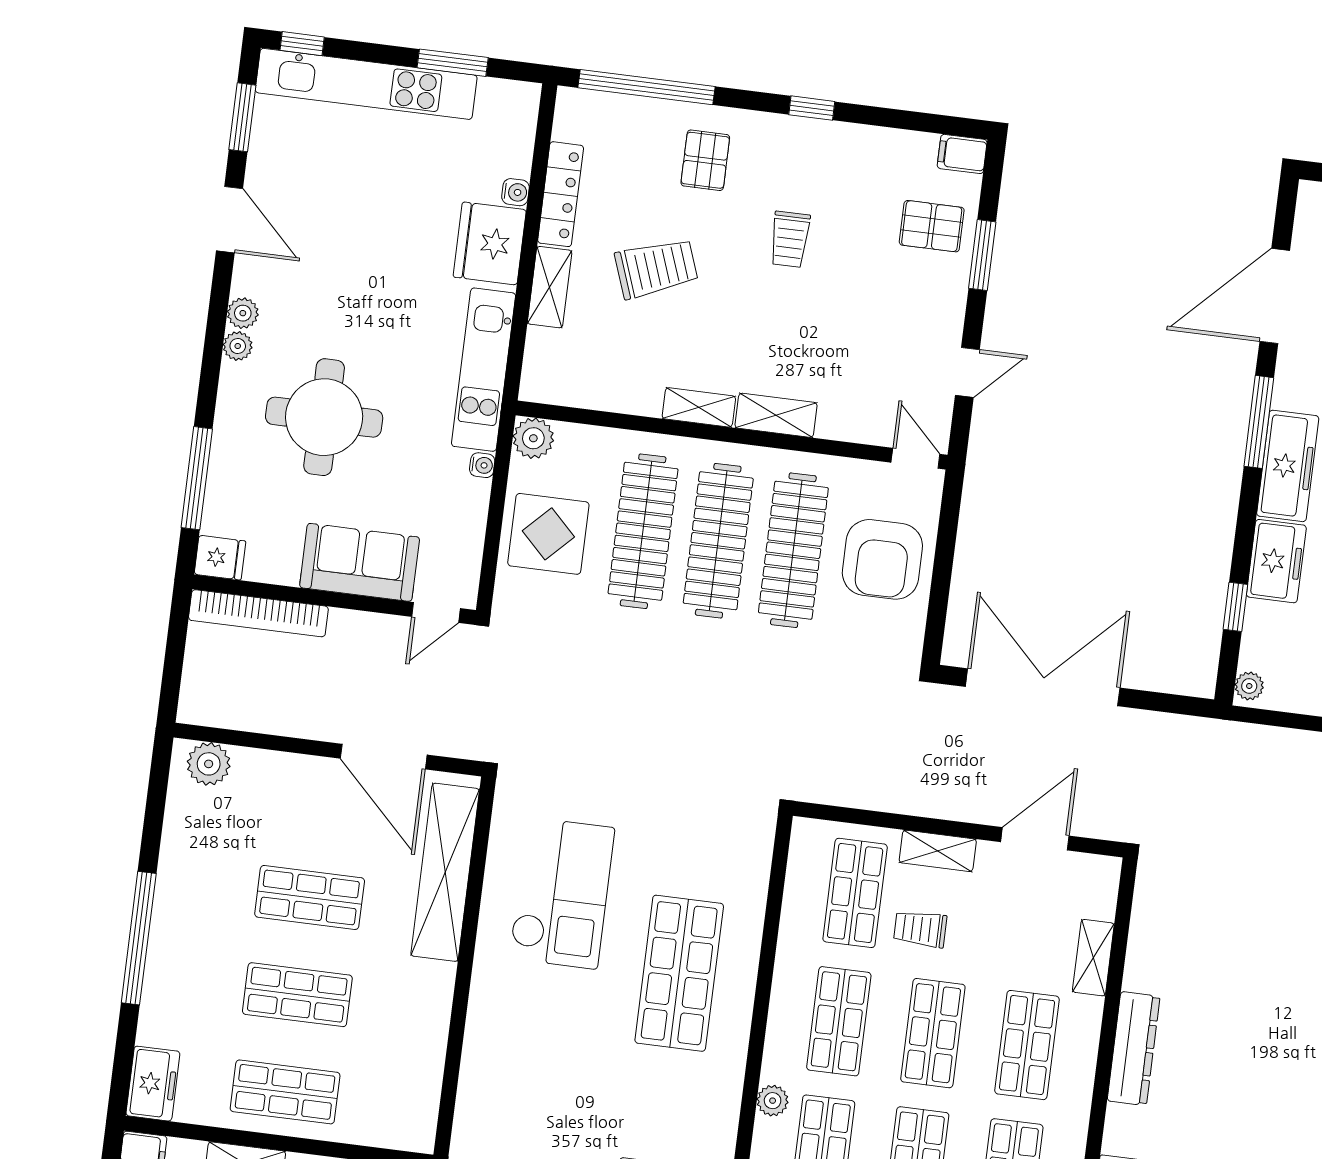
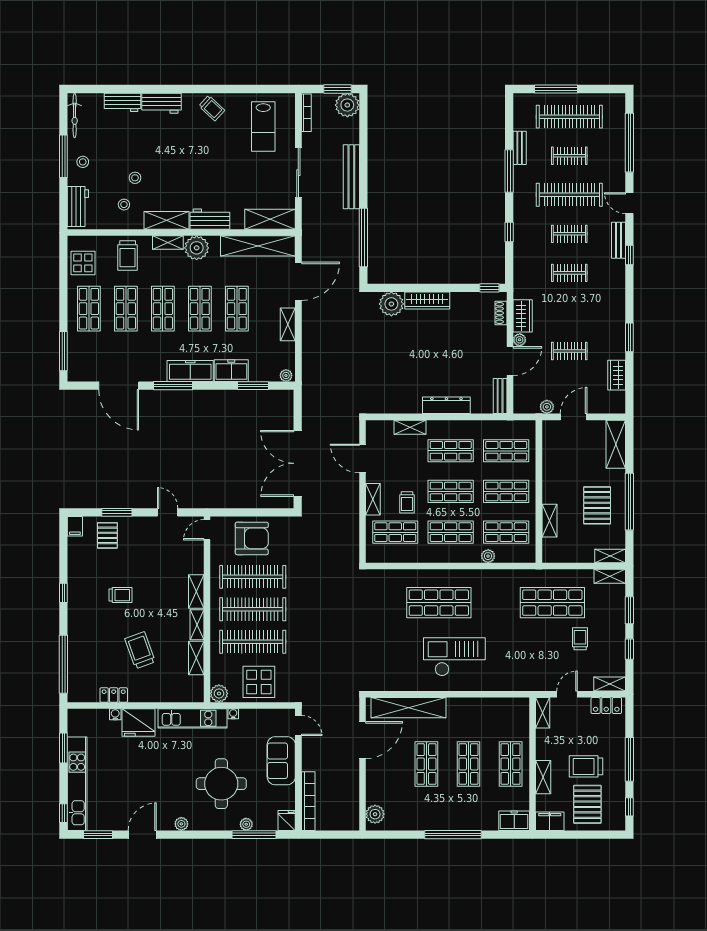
pallet: (705, 160) -> (91, 635), removed
locker: (561, 194) -> (114, 695), width x0.66
shelving: (550, 287) -> (196, 658), moved, turned 90
plant: (238, 346) -> (246, 824), moved
window: (1235, 607) -> (253, 386), width x1.50
checkout: (562, 893) -> (454, 657), moved

